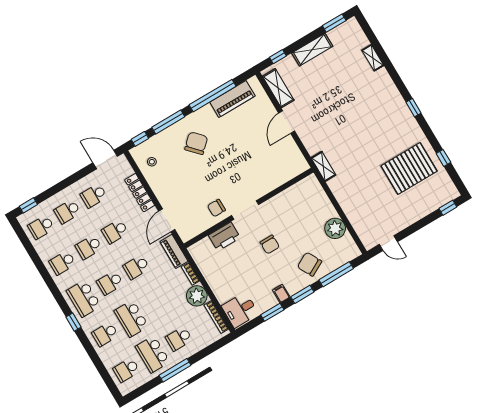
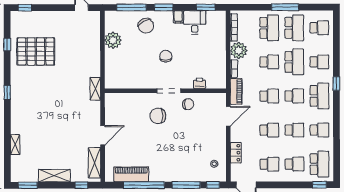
chair: (196, 143) -> (158, 116), moved, turned 43
locker: (140, 193) -> (236, 153), width x0.66
school desk: (41, 227) -> (320, 164), width x1.85
printer: (224, 237) -> (199, 83), width x0.53, depth x0.68
school desk: (158, 303) -> (269, 62), added
desk: (240, 310) -> (195, 22), moved, turned -90
window: (272, 312) -> (206, 7), moved
school desk: (179, 339) -> (269, 28), width x1.85

